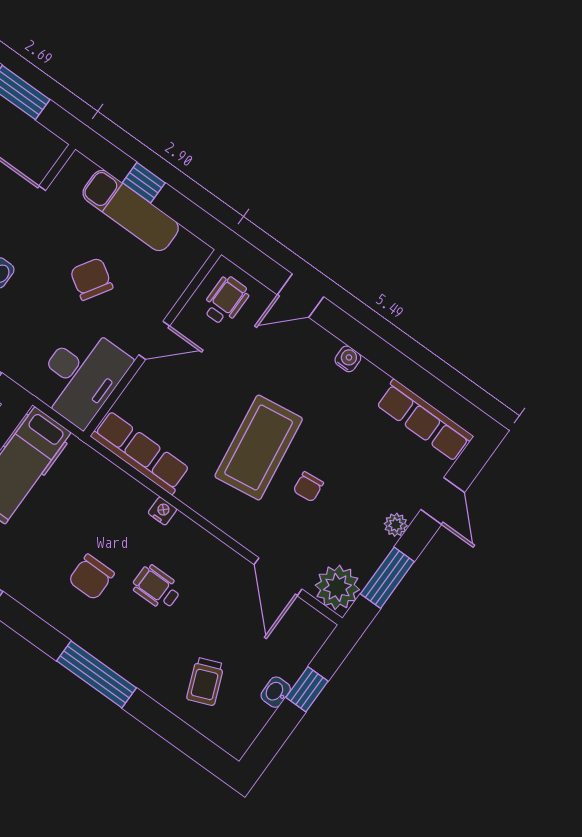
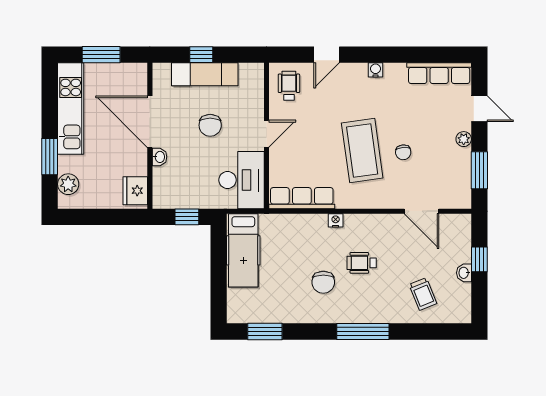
chair: (91, 279) -> (210, 125), turned -122
plant: (337, 587) -> (457, 194), removed

